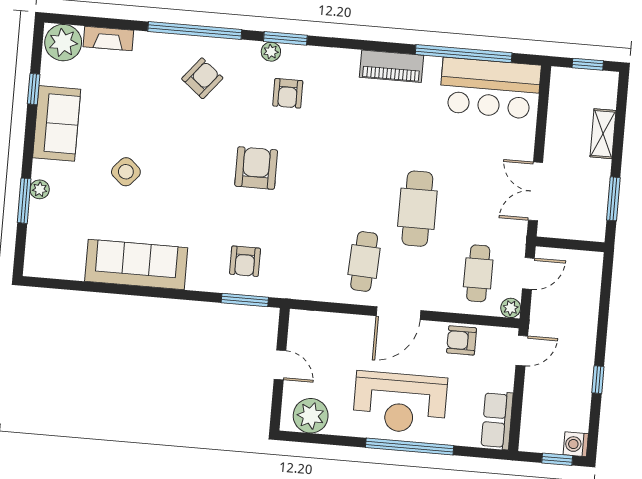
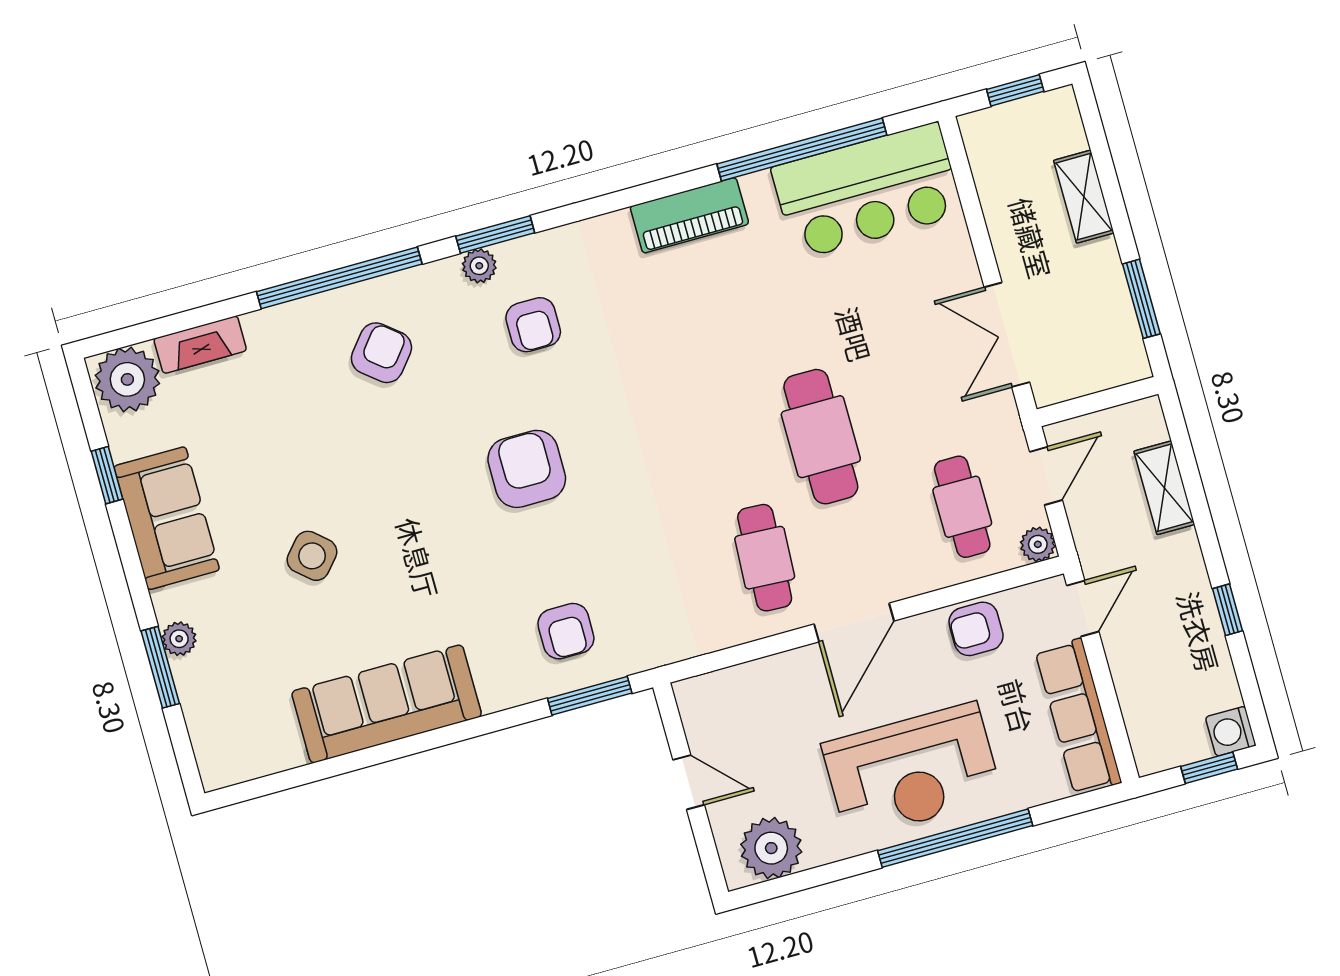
shelving: (588, 303) -> (1164, 488), added
row of seats: (497, 420) -> (1078, 717), width x1.48

